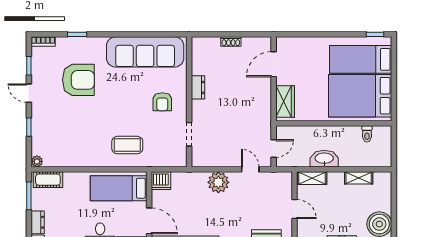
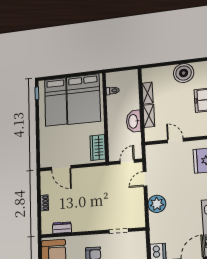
dresser: (198, 87) -> (62, 228), moved
wardrobe: (285, 101) -> (98, 147), moved, turned -90
door: (274, 148) -> (127, 162), hinge flipped
shelving: (312, 178) -> (149, 116), moved
door: (294, 209) -> (175, 141), hinge flipped

